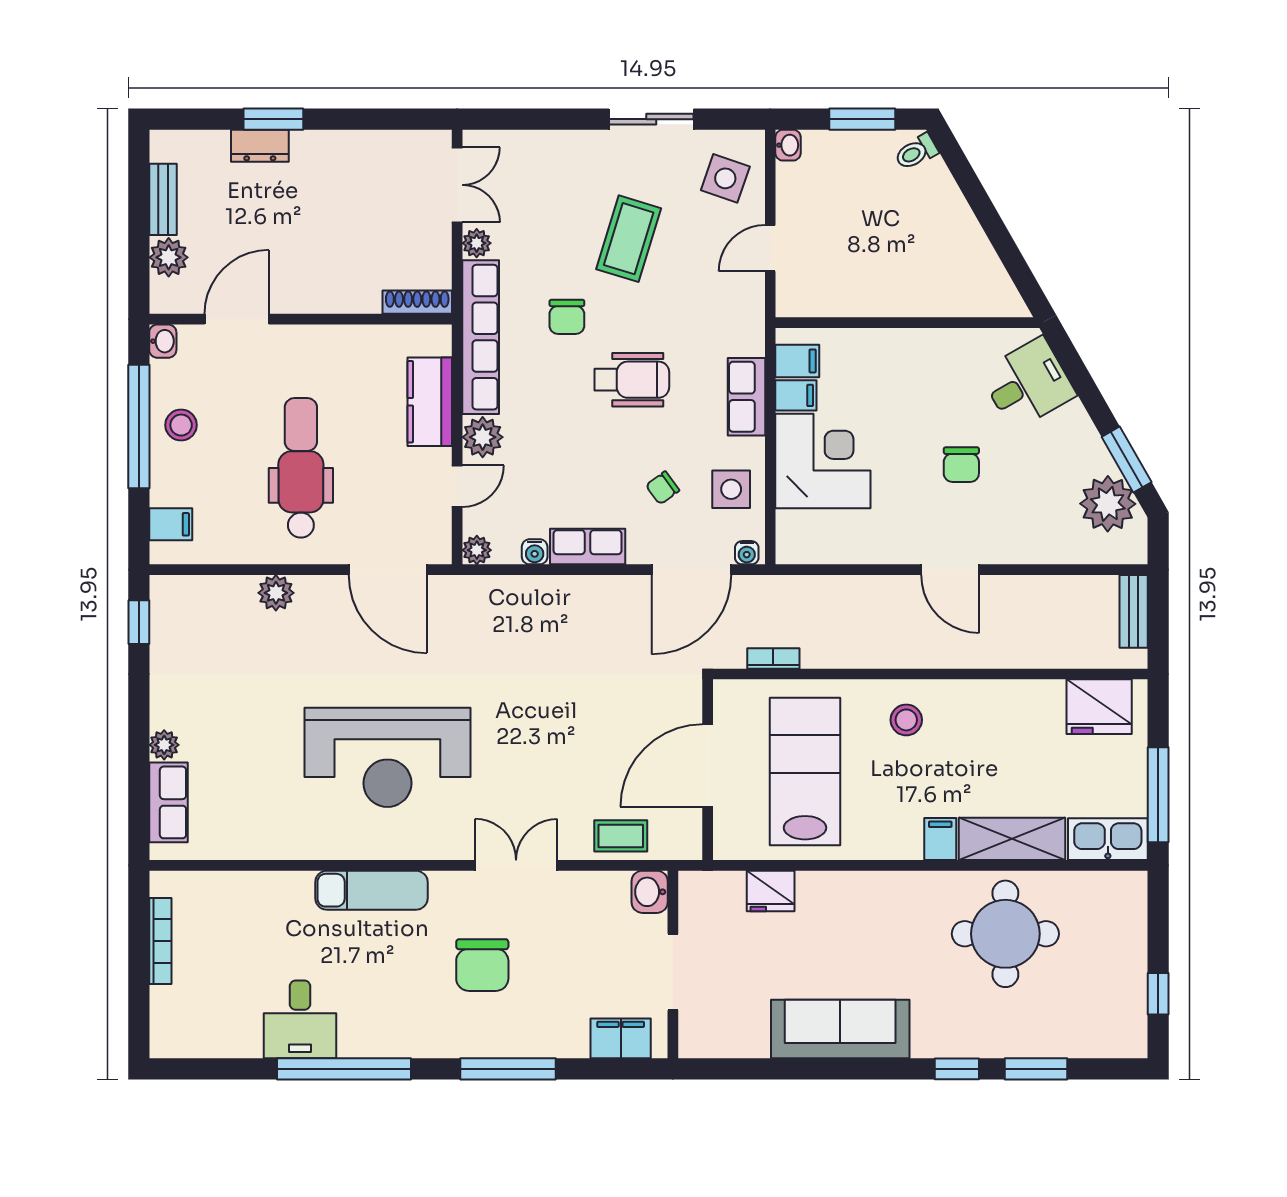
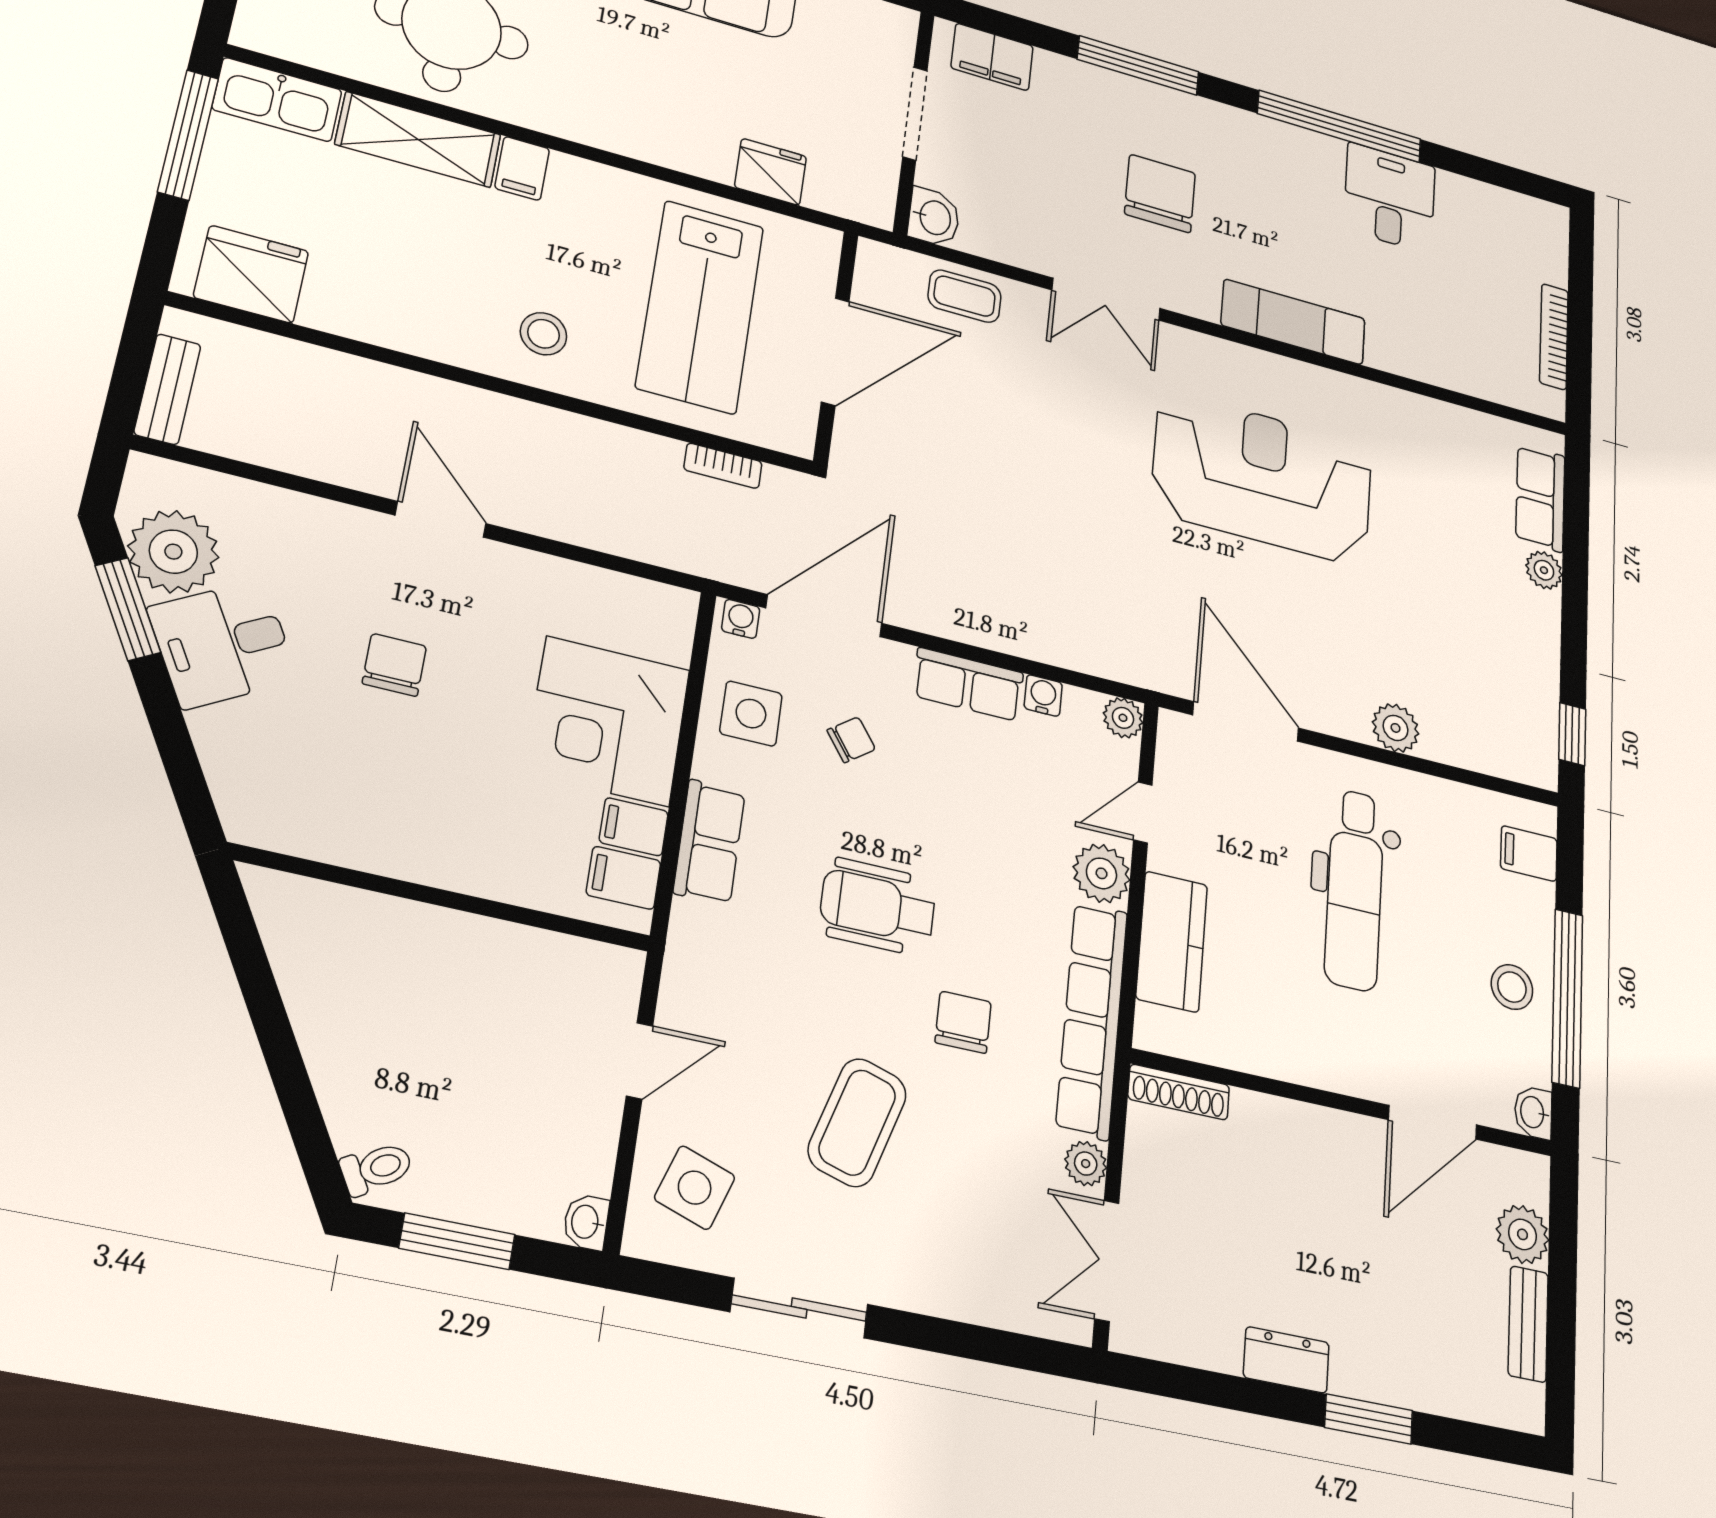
dresser: (260, 146) -> (1286, 1360), moved
desk: (1028, 384) -> (223, 644), moved

